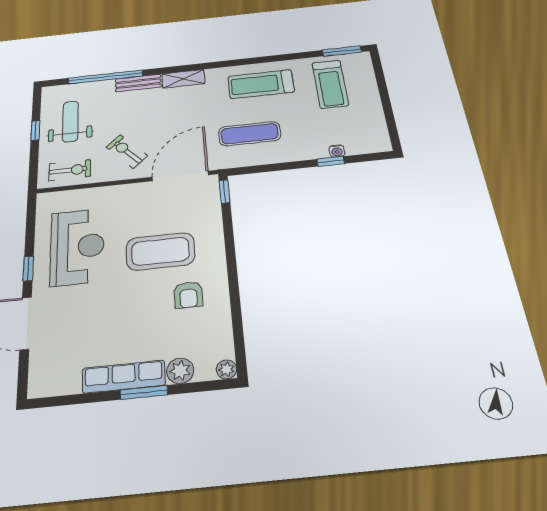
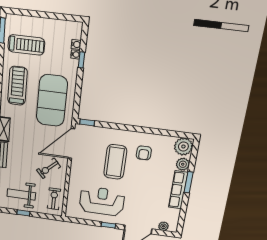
treadmill: (261, 84) -> (17, 86), turned 180
exercise mat: (250, 134) -> (52, 101), width x2.00, depth x1.45
water cooler: (354, 149) -> (76, 44), added
door: (180, 176) -> (71, 144), hinge flipped
armchair: (188, 295) -> (144, 153), turned 90
plant: (38, 369) -> (163, 226), added
plant: (226, 369) -> (183, 147), width x1.88, depth x1.88

